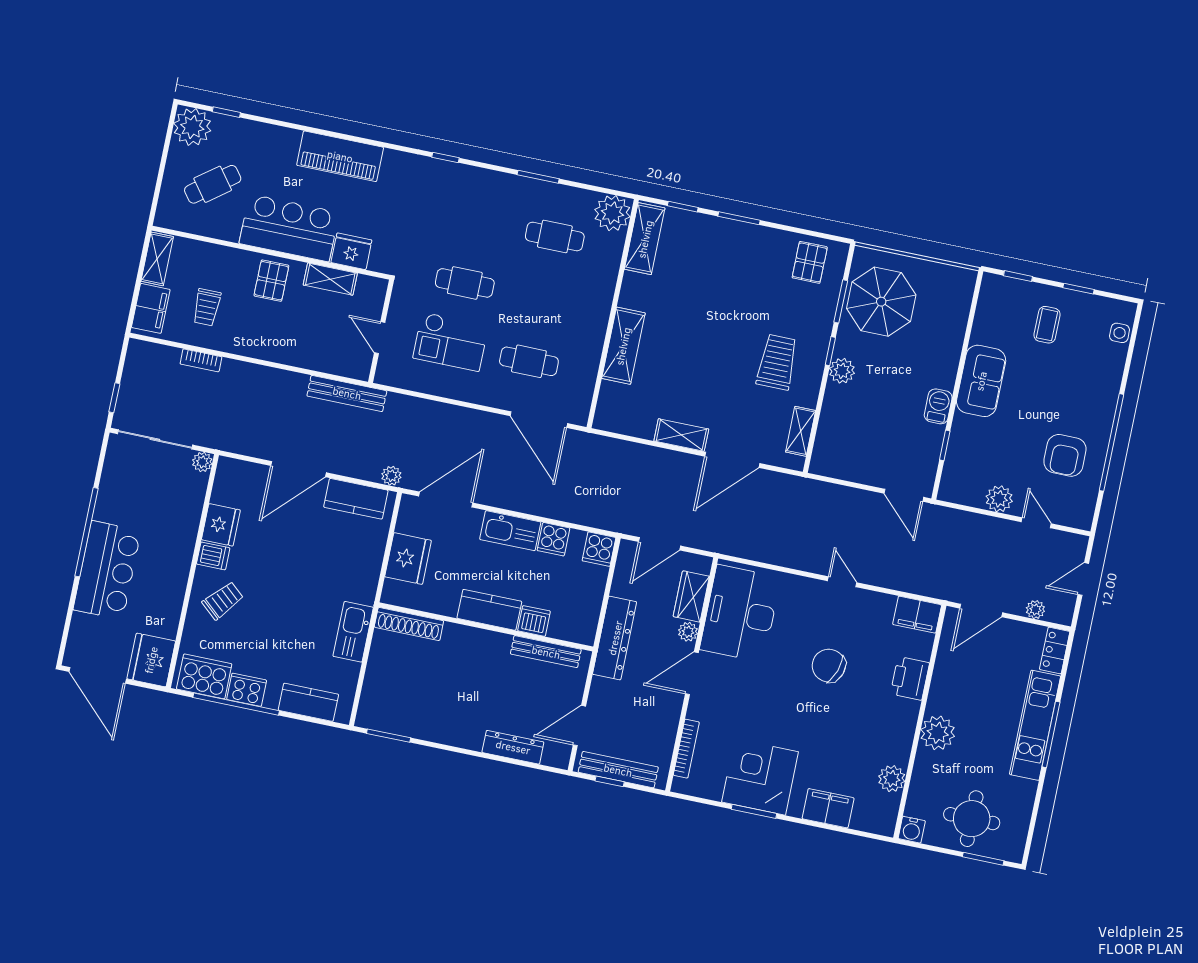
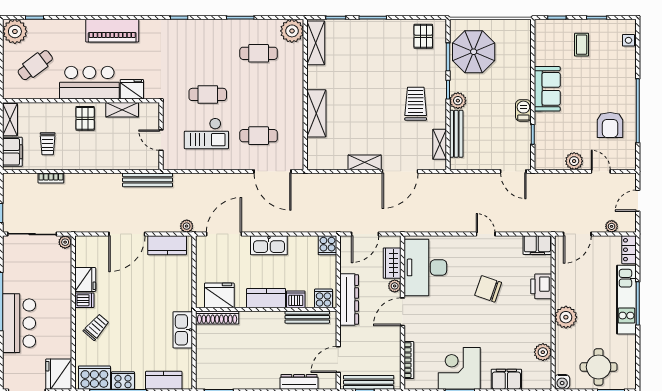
bench: (829, 420) -> (456, 134), added
cooker: (553, 539) -> (323, 298), moved, turned 180
fridge: (408, 559) -> (219, 295), moved, turned -90

